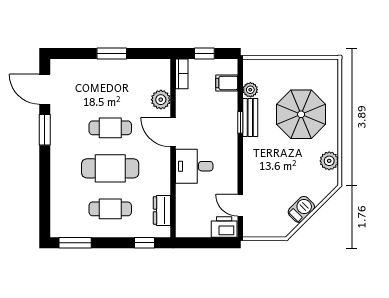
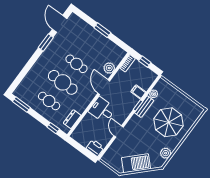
filing cabinet: (227, 83) -> (138, 92), moved
door: (240, 205) -> (119, 131), moved
barbecue: (301, 209) -> (136, 163), width x1.88, depth x1.53

